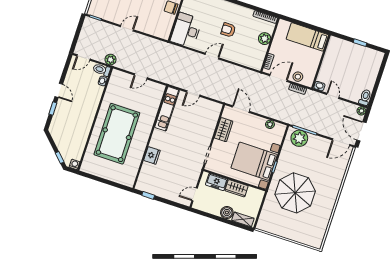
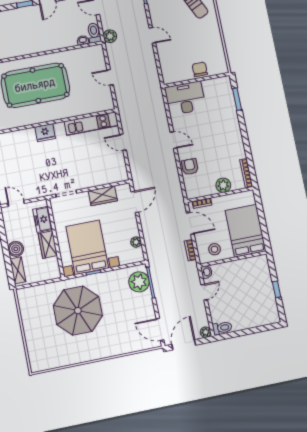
armchair: (228, 30) -> (190, 167), moved
bed: (307, 37) -> (246, 231), width x1.50
stool: (298, 77) -> (214, 249), moved
fridge: (152, 155) -> (45, 133), moved

